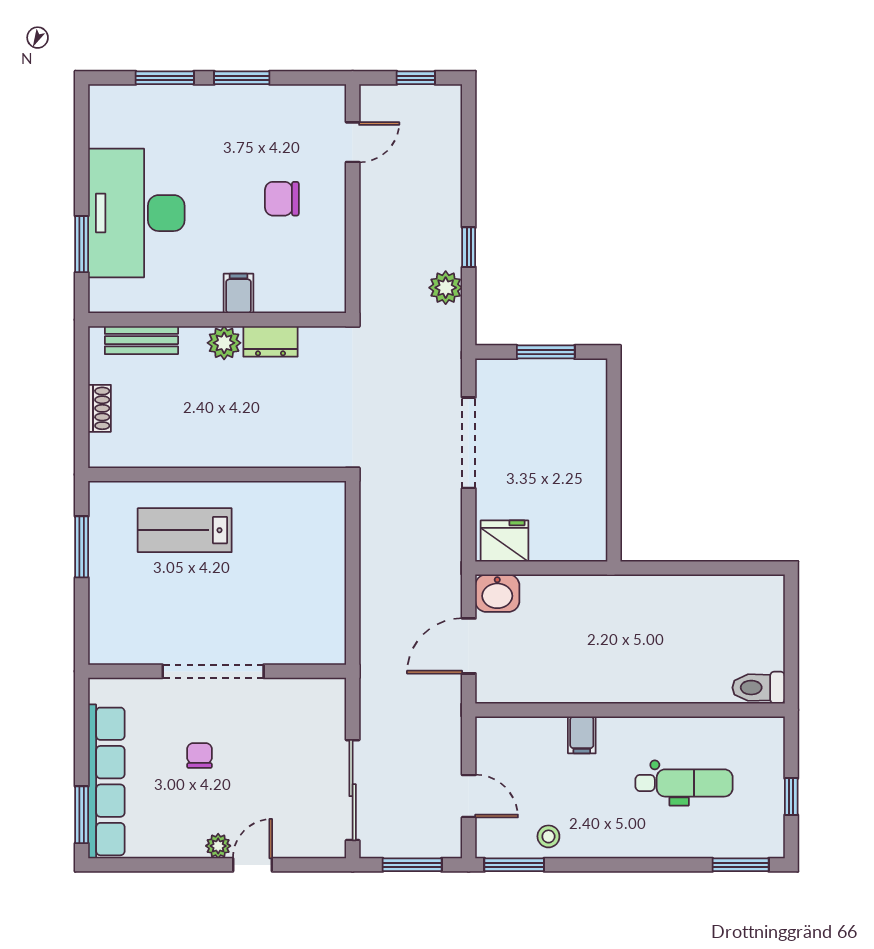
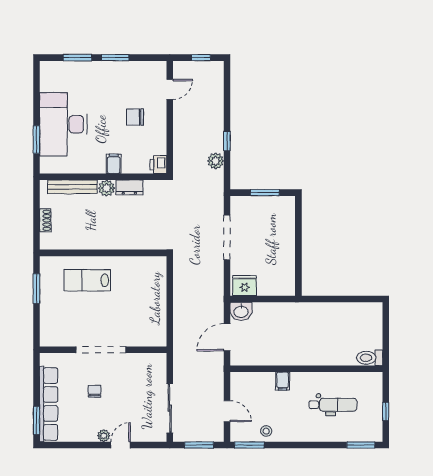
printer: (330, 295) -> (158, 165), added
bench: (141, 340) -> (72, 187), width x1.36

